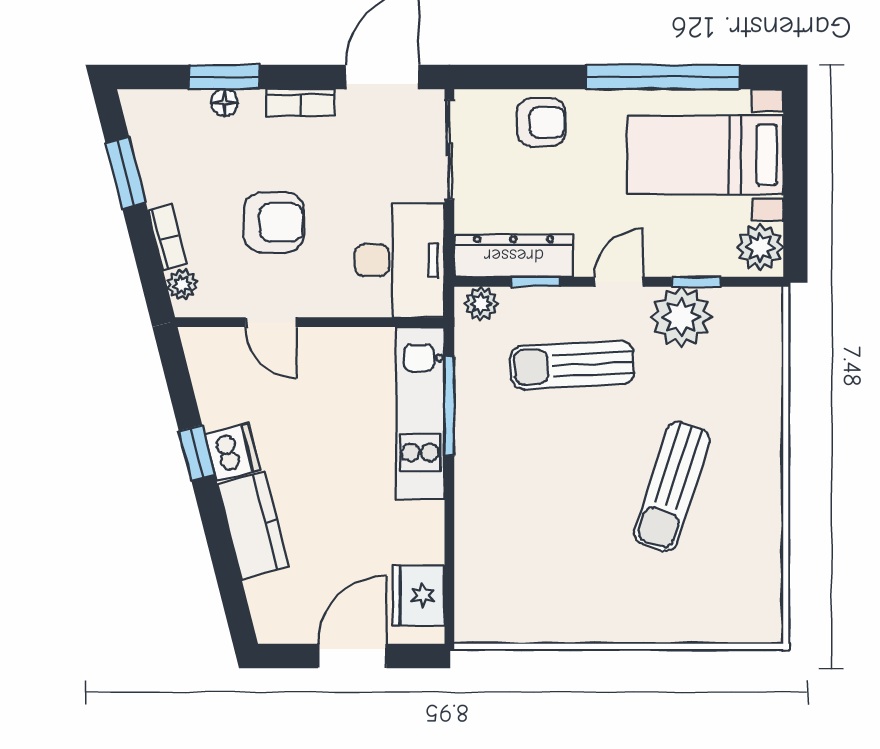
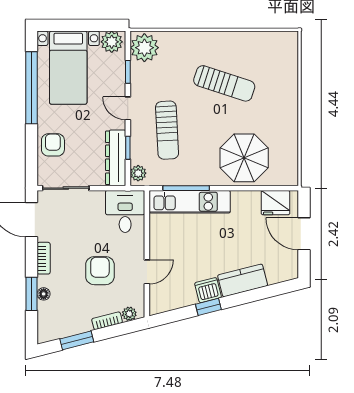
desk: (400, 260) -> (125, 211), width x0.73
plant: (681, 317) -> (144, 48), moved
parasol: (514, 529) -> (244, 158), added

